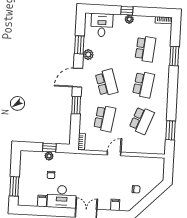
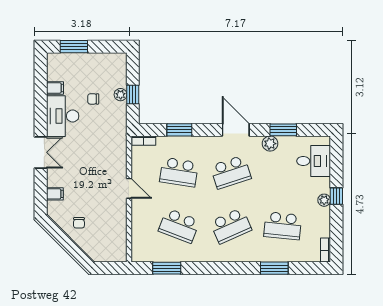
school desk: (144, 85) -> (231, 226), turned -33
window: (76, 105) -> (179, 130), moved

